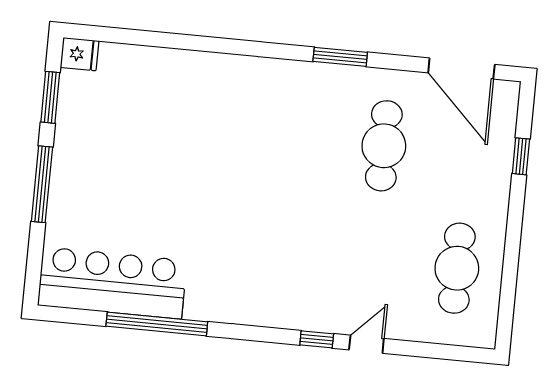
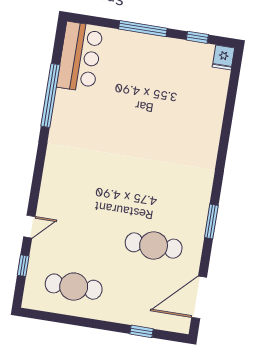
window: (50, 97) -> (197, 37), width x0.67
bar counter: (112, 283) -> (80, 57), width x0.73
window: (317, 339) -> (23, 266), moved
door: (366, 344) -> (29, 227), hinge flipped

